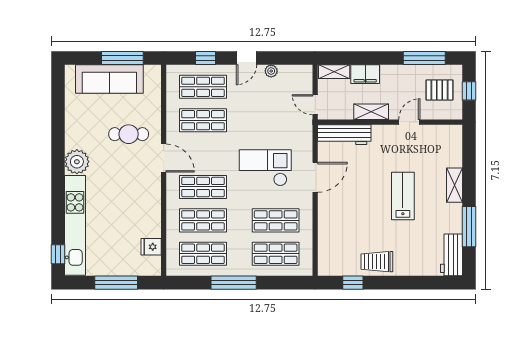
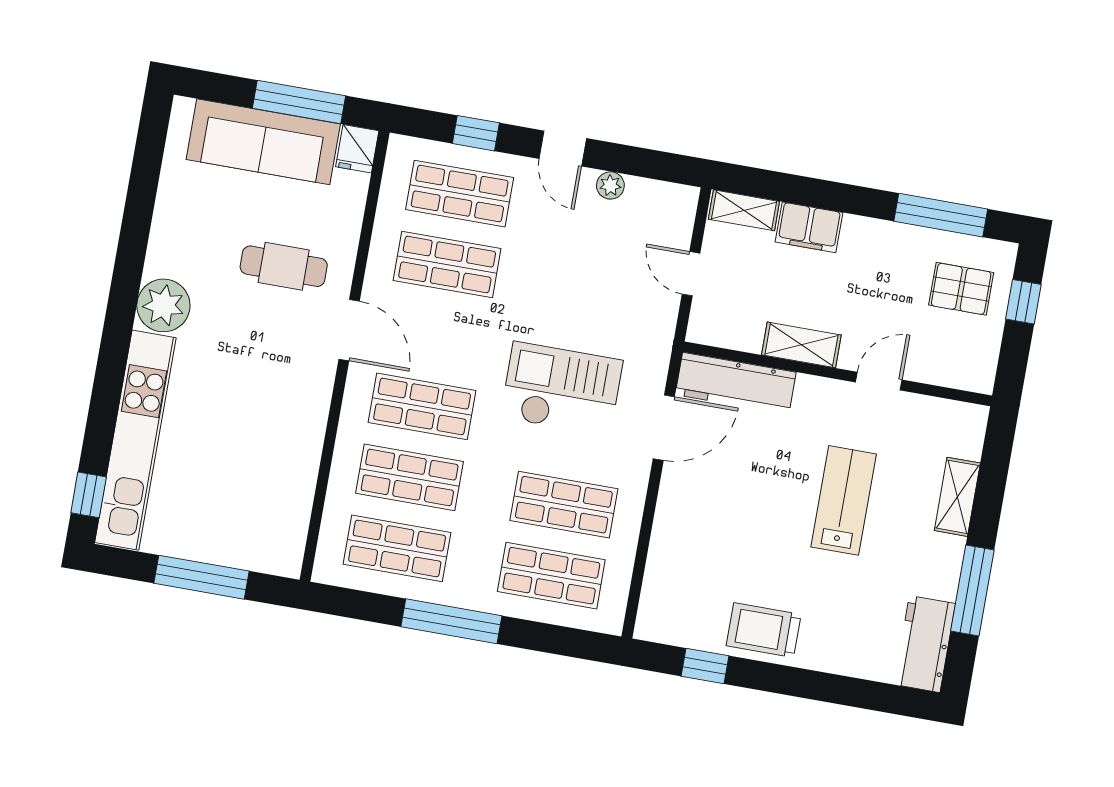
door: (246, 58) -> (563, 149), hinge flipped
shelving: (371, 112) -> (801, 345), moved
wall: (390, 122) -> (837, 374), moved
door: (409, 122) -> (879, 381), moved
workbench: (344, 135) -> (736, 383), moved
fridge: (151, 247) -> (357, 149), moved, turned -90

